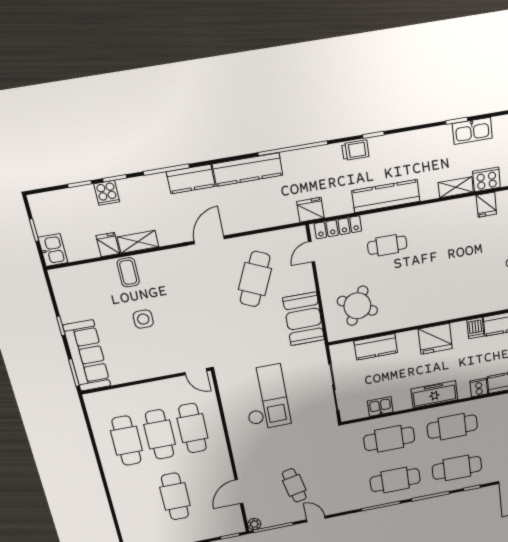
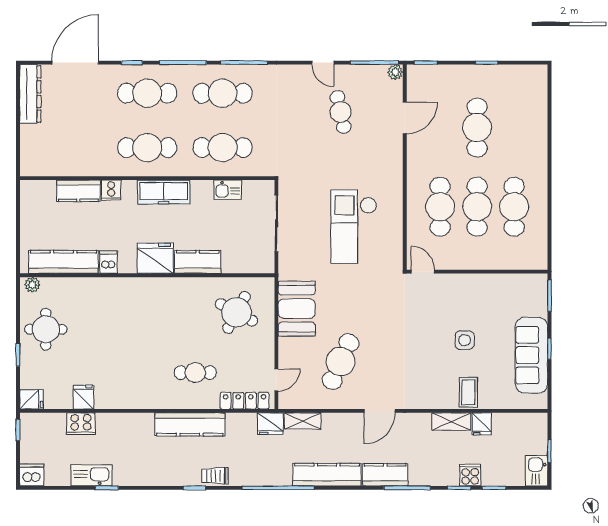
shelving: (456, 187) -> (303, 421), moved
kitchen sink: (53, 250) -> (537, 471), moved
kitchen counter: (376, 347) -> (198, 262), moved
sofa: (87, 356) -> (531, 355), moved

